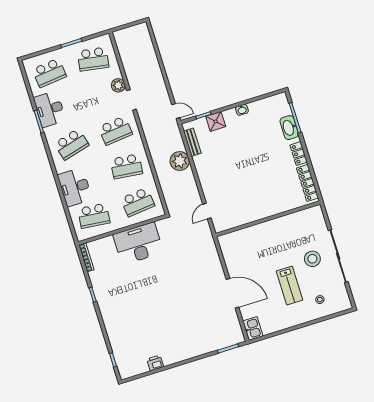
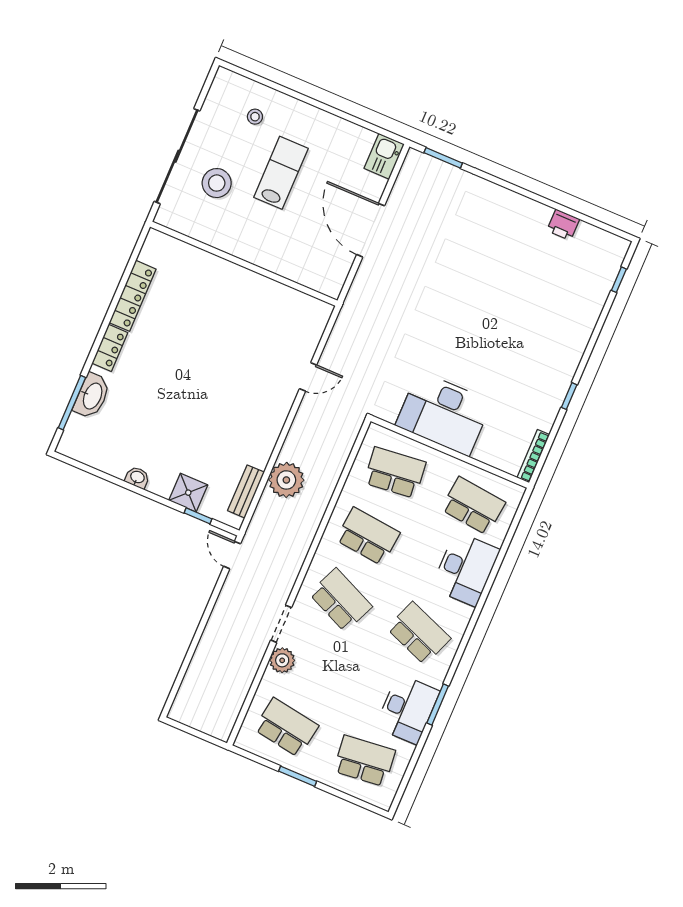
school desk: (115, 131) -> (341, 600), turned 30
school desk: (72, 144) -> (419, 633), turned 36
wall: (268, 219) -> (244, 264), moved

